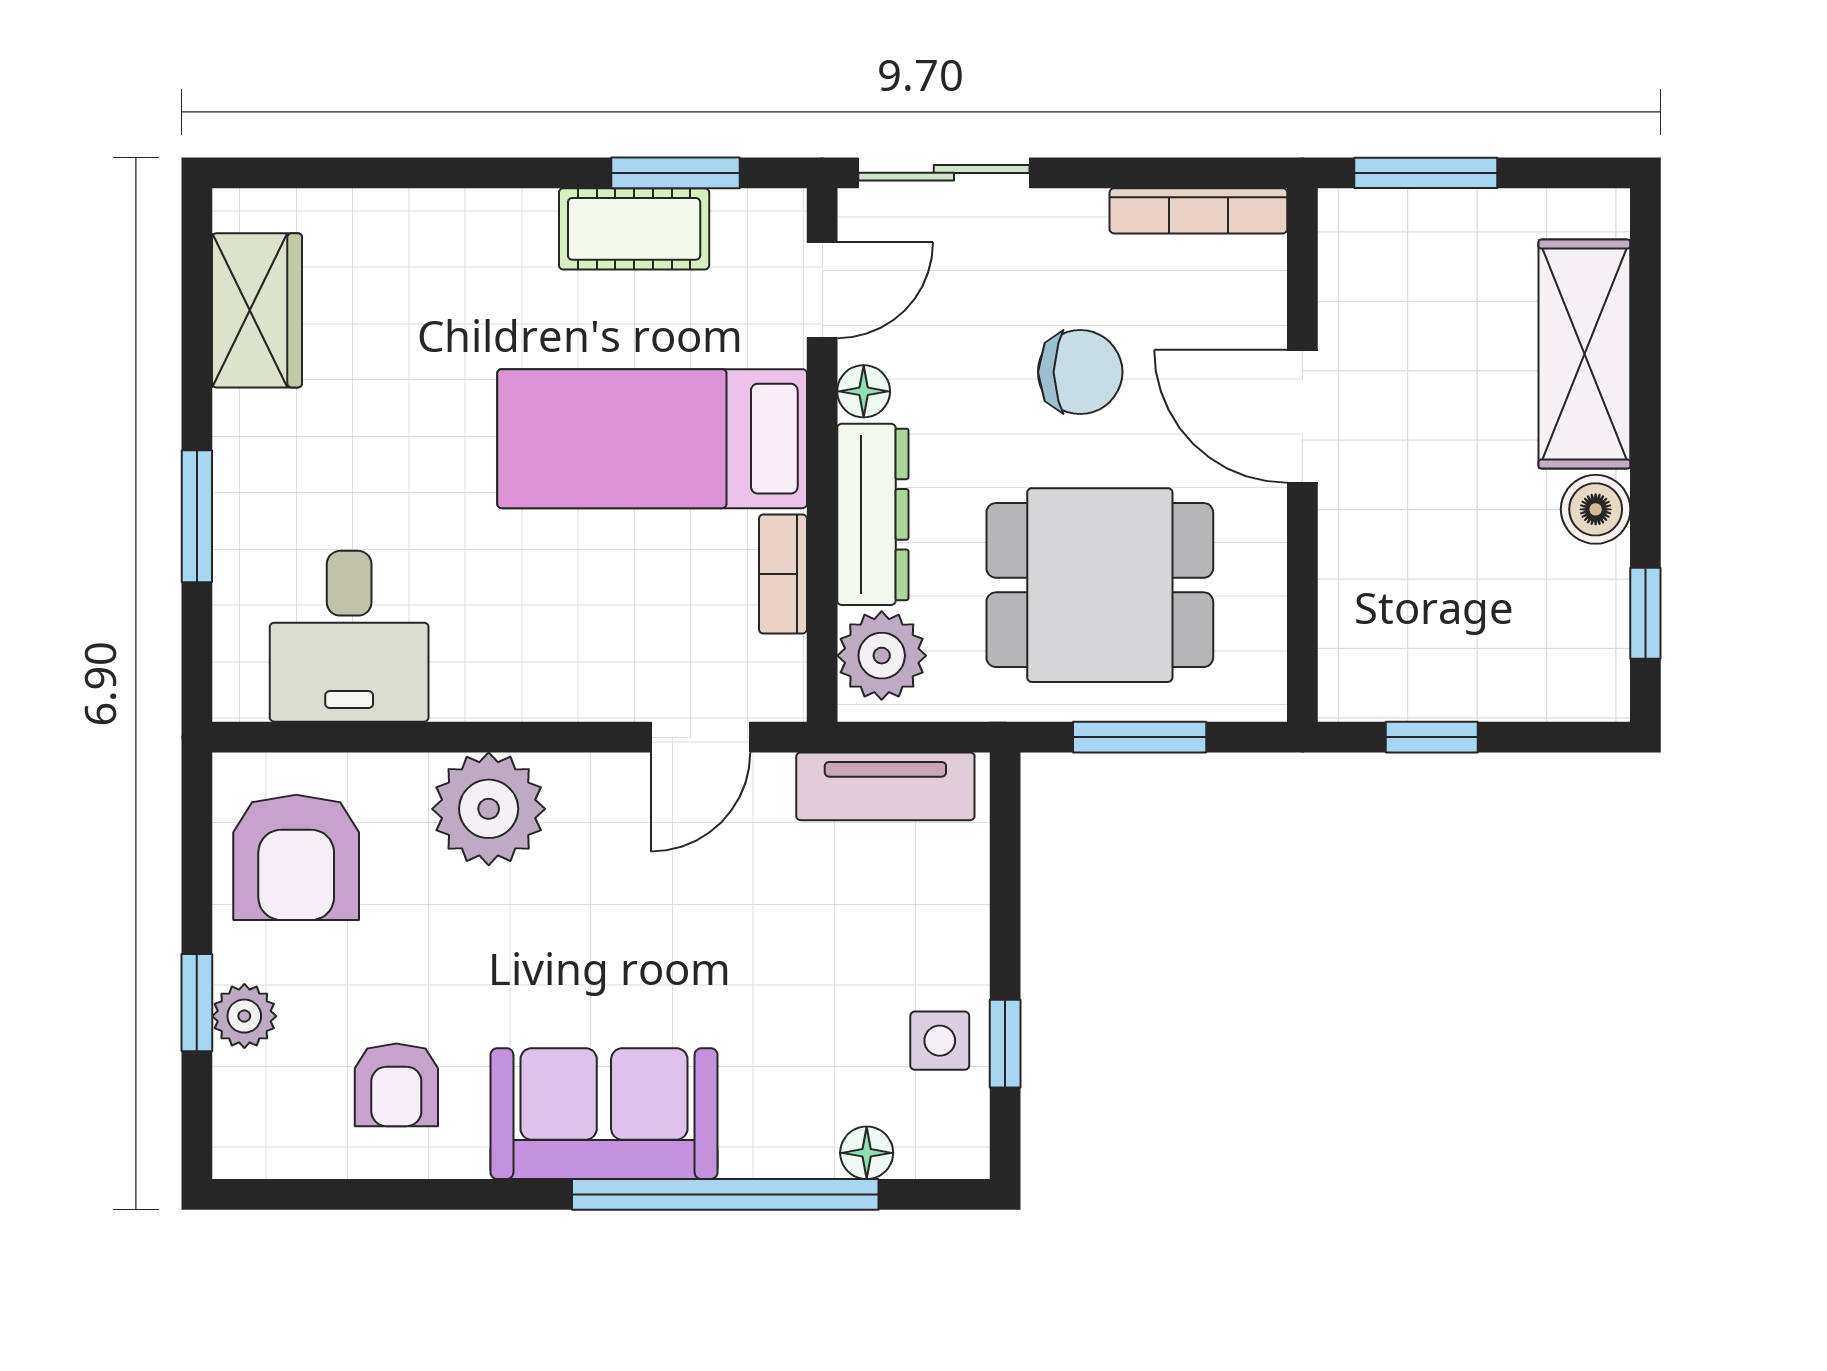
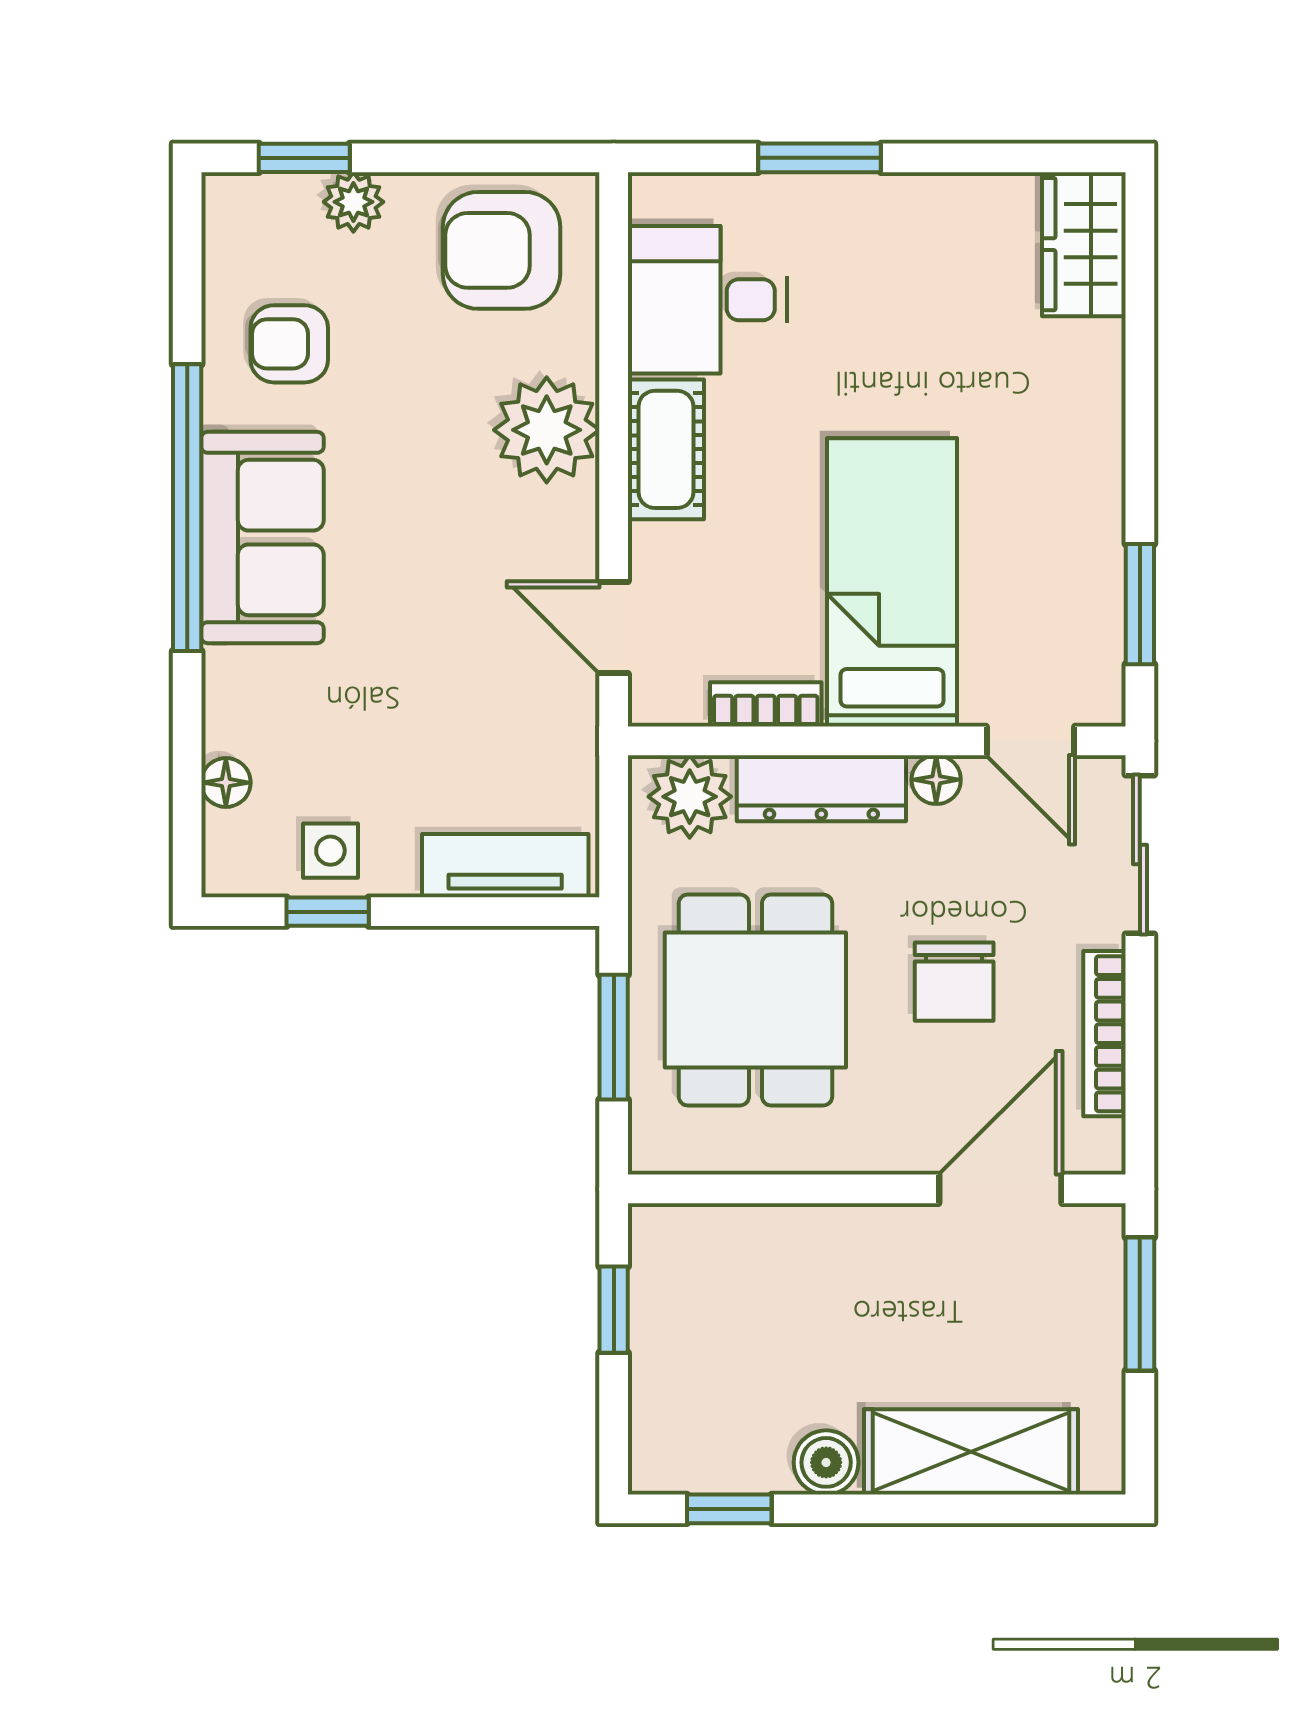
bookcase: (1198, 211) -> (1105, 1034), moved
cot: (634, 229) -> (666, 449), moved
wardrobe: (257, 310) -> (1084, 244), moved, turned 90
door: (1302, 416) -> (1000, 1189), moved
tv unit: (885, 786) -> (505, 866), moved, turned 90
window: (197, 1003) -> (304, 158), moved
window: (725, 1194) -> (187, 508), moved

